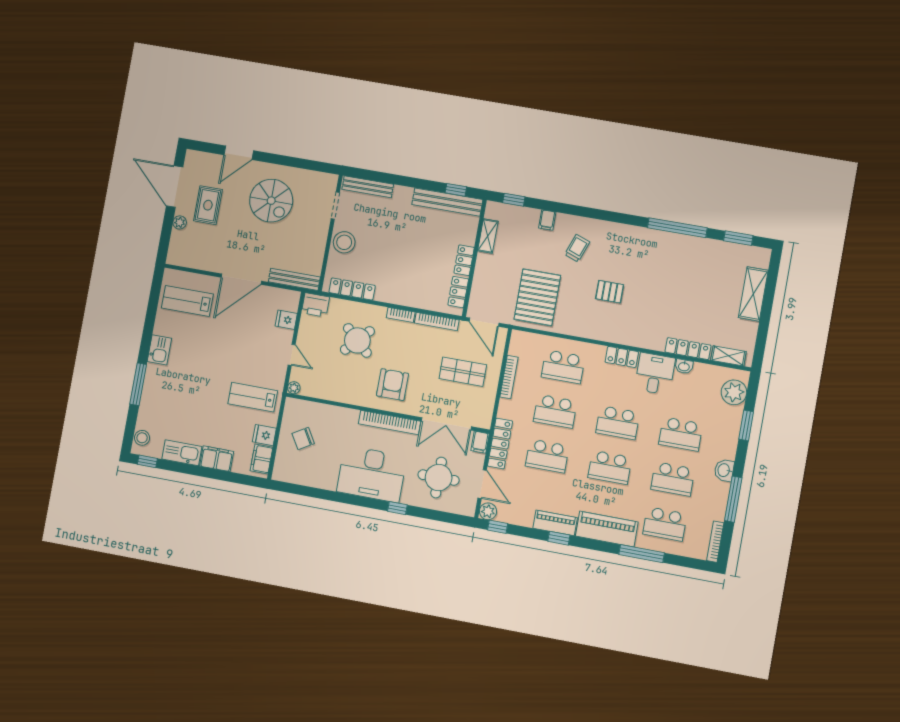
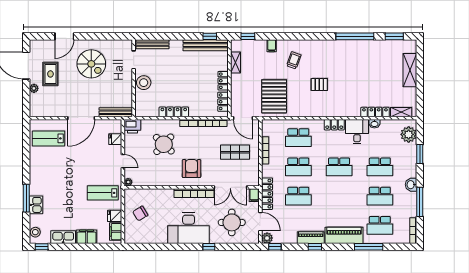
locker: (352, 289) -> (174, 112), moved
kitchen sink: (159, 350) -> (36, 205), moved
school desk: (610, 467) -> (339, 196), removed

